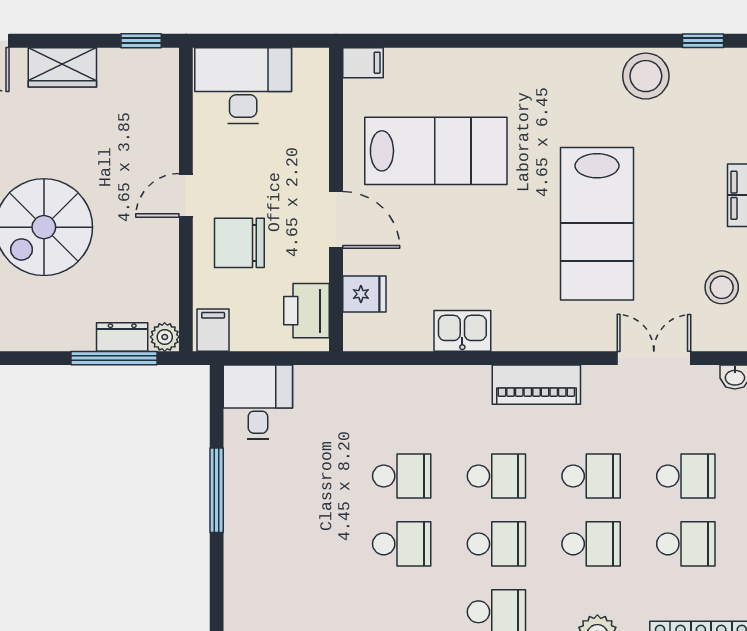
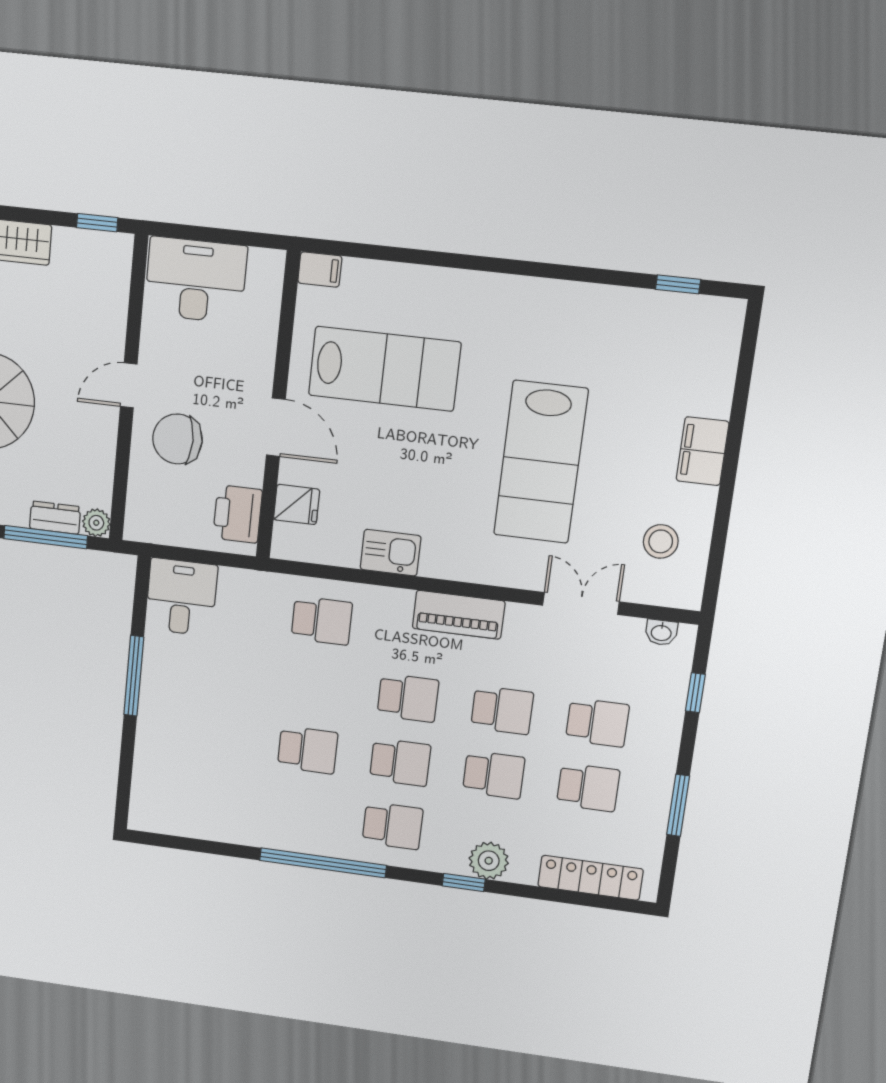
stool: (646, 76) -> (612, 315), removed
filing cabinet: (213, 330) -> (144, 522), removed
school desk: (402, 476) -> (322, 621), moved

